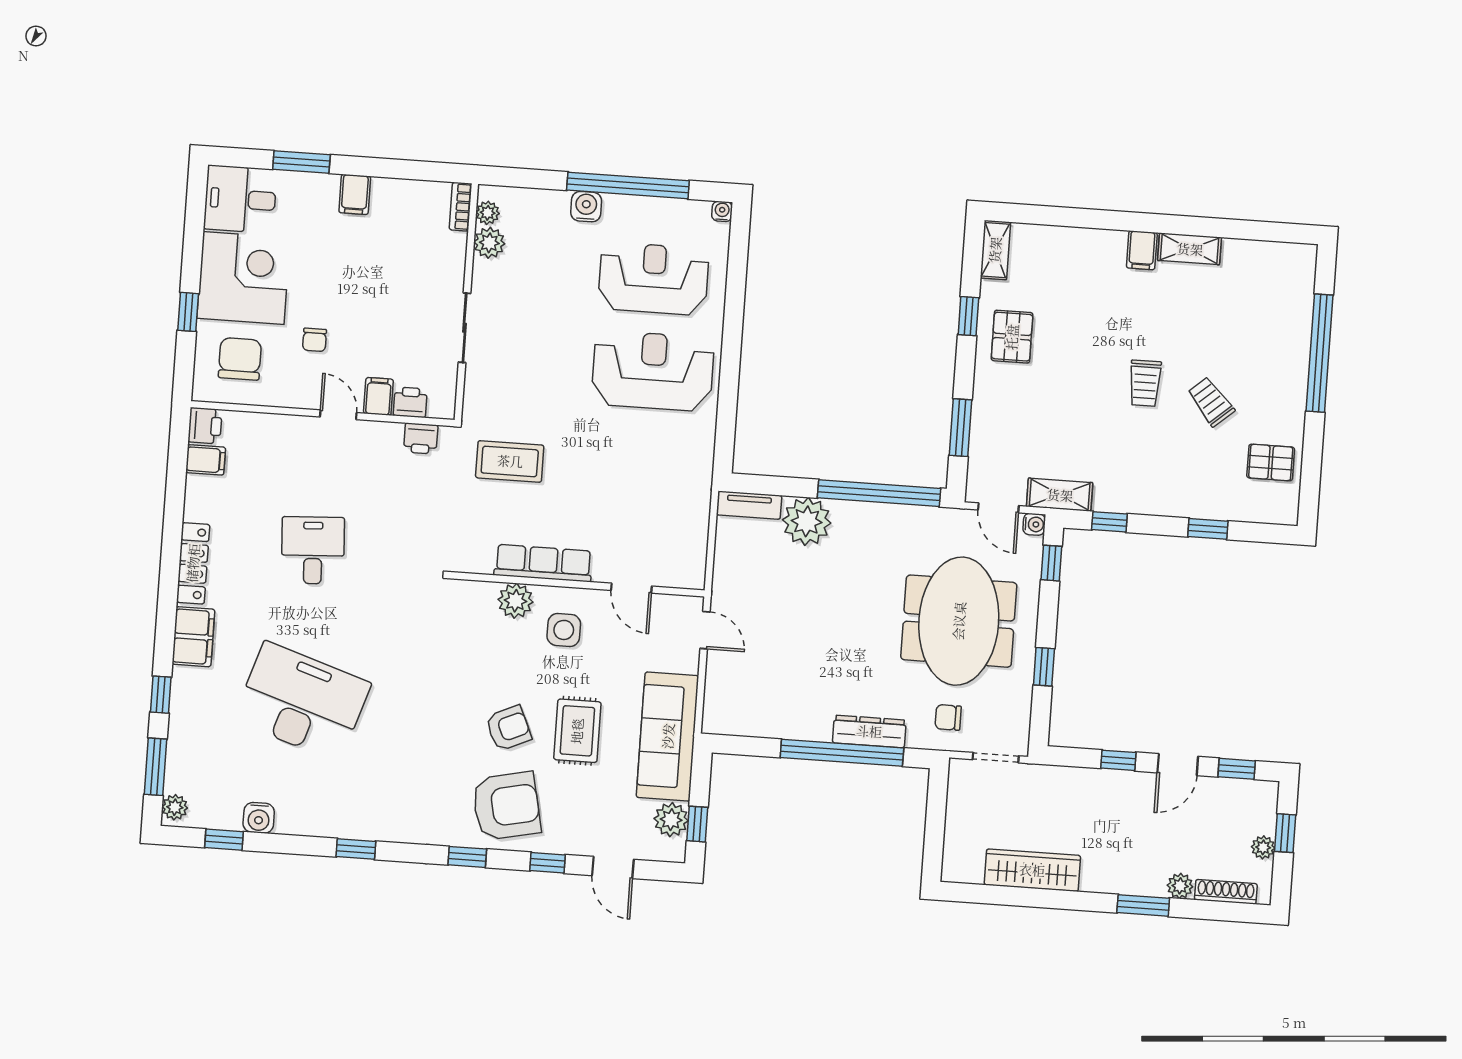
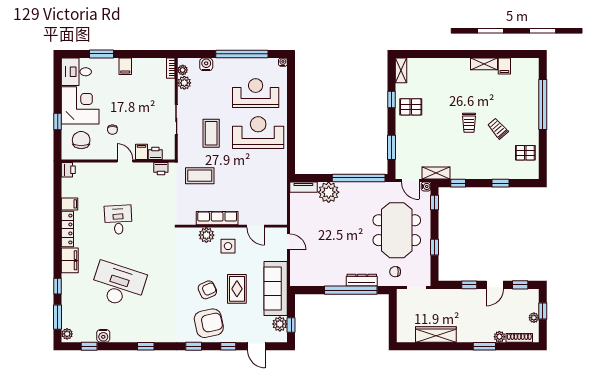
water cooler: (586, 207) -> (206, 64), moved
filing cabinet: (1142, 250) -> (504, 66), moved
pallet: (1012, 337) -> (411, 107), turned 90
coffee table: (543, 365) -> (211, 133), added
filing cabinet: (206, 460) -> (70, 204), moved

